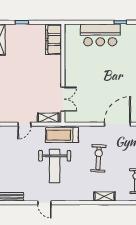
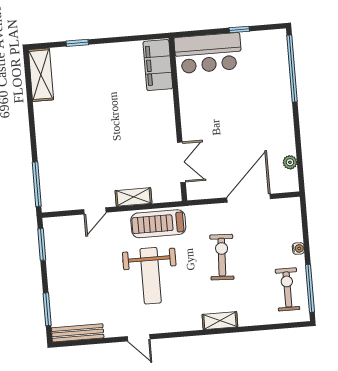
filing cabinet: (54, 40) -> (158, 65), moved
wall: (63, 73) -> (178, 119), moved
double door: (63, 99) -> (181, 162), moved
shelving: (104, 196) -> (220, 321), moved

